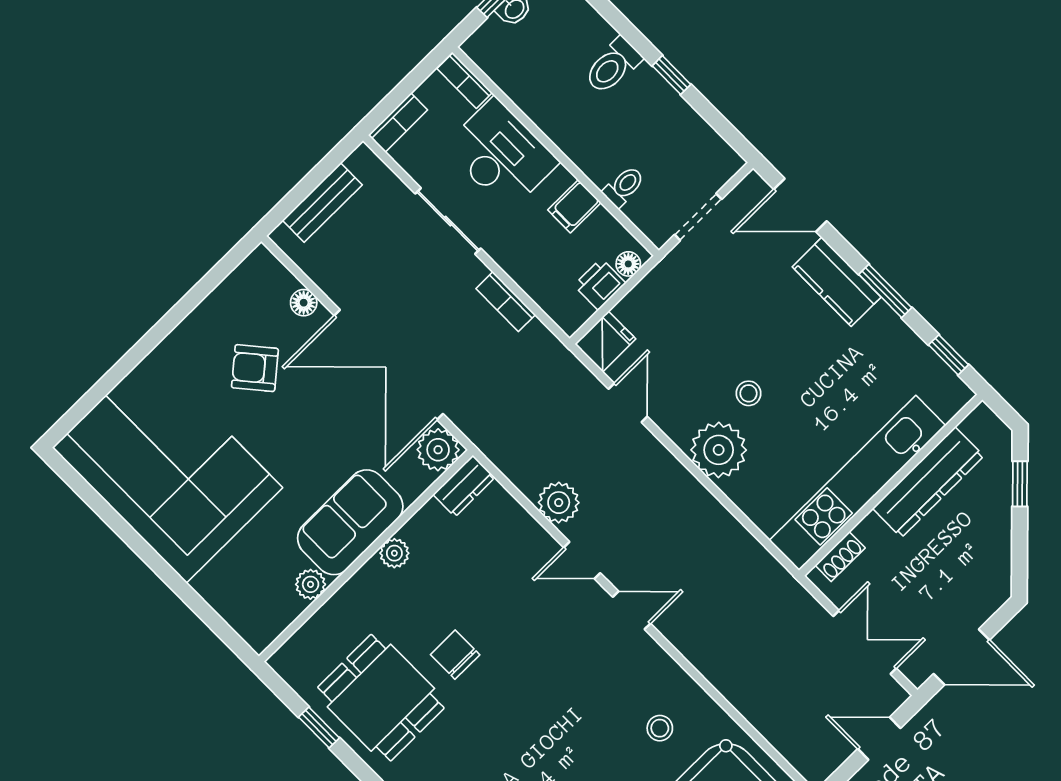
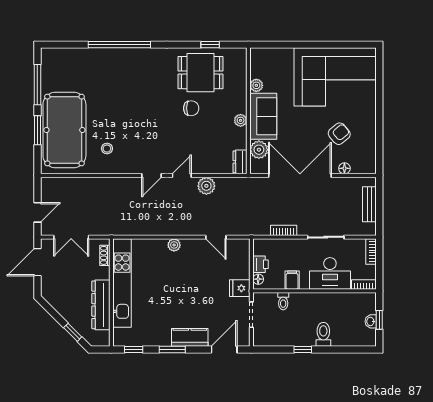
fridge: (605, 342) -> (240, 288), moved, turned 90
stool: (749, 393) -> (182, 277), removed
plant: (438, 450) -> (259, 150), moved
plant: (719, 450) -> (174, 245), width x0.53, depth x0.53

